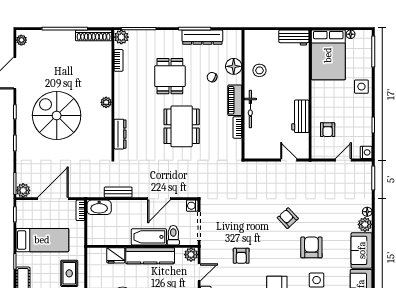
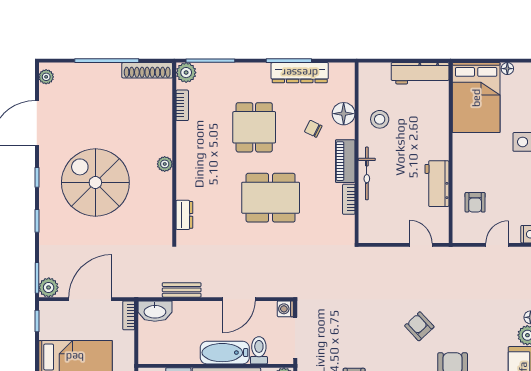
workbench: (294, 38) -> (420, 73), width x1.38
dining table: (182, 126) -> (271, 198), turned 90
dresser: (120, 134) -> (184, 215), width x0.70

